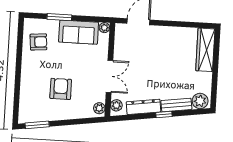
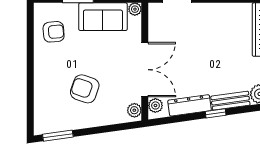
double door: (110, 76) -> (145, 70), width x1.37
armchair: (61, 89) -> (85, 89), turned -71

